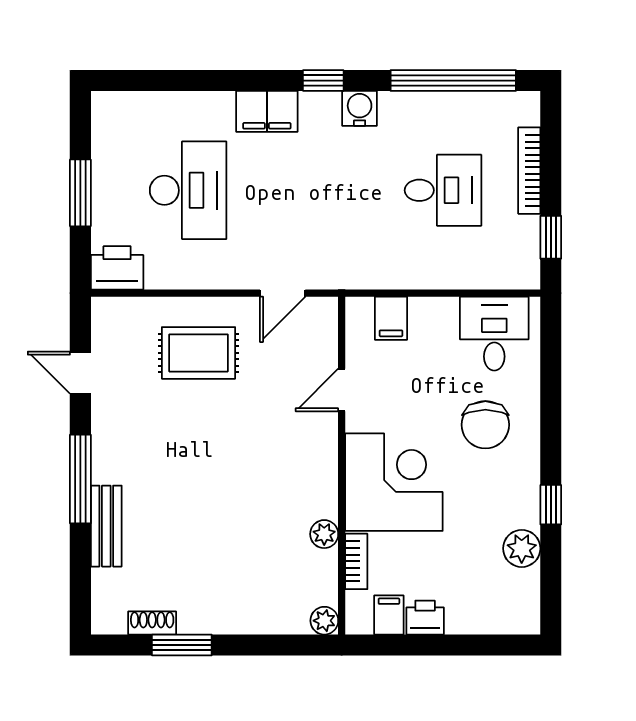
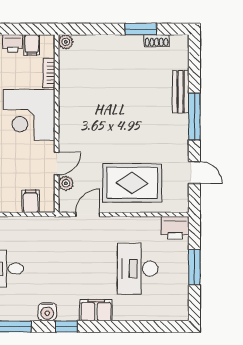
rug: (199, 353) -> (132, 183), width x1.36, depth x1.43
plant: (324, 534) -> (66, 183), moved

